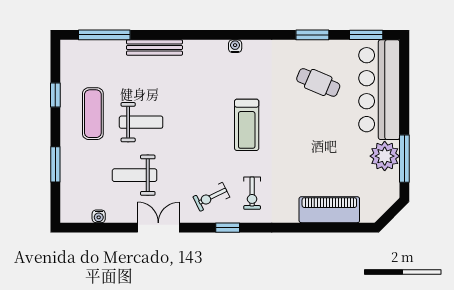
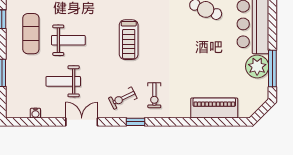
treadmill: (247, 125) -> (129, 40), moved

